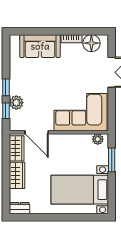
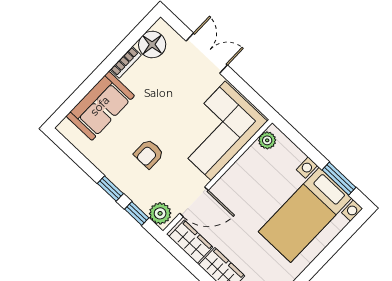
armchair: (39, 90) -> (149, 154), added
plant: (16, 103) -> (160, 213), moved
window: (112, 160) -> (339, 179), moved

